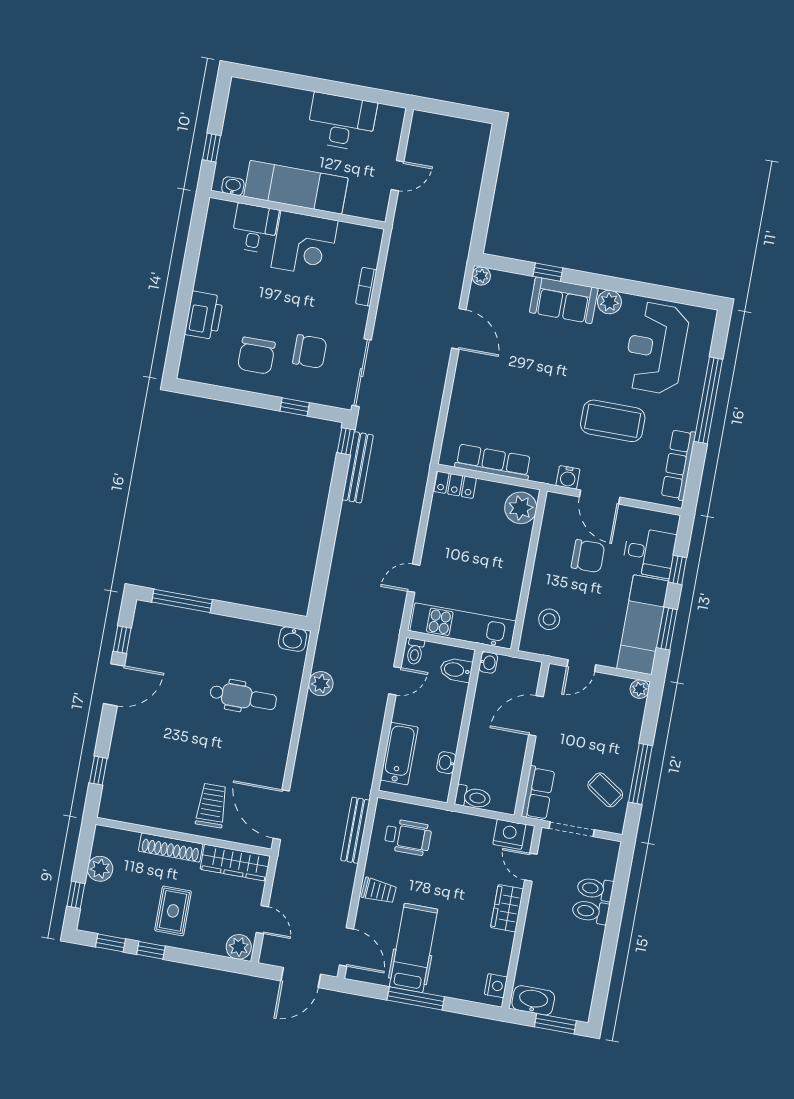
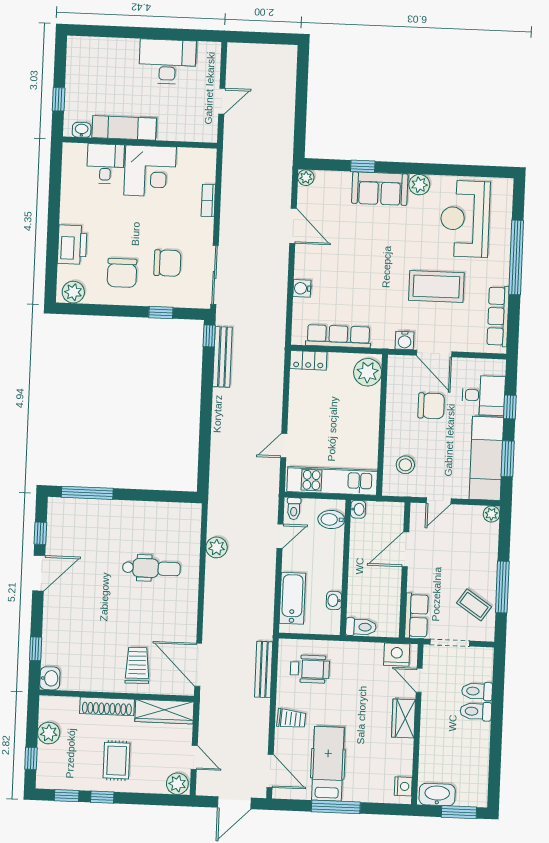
exam couch: (296, 187) -> (124, 128), width x0.73, depth x0.69
plant: (198, 370) -> (73, 292), added
water cooler: (459, 402) -> (302, 288), added
washbasin: (293, 639) -> (50, 678), moved, turned -90

